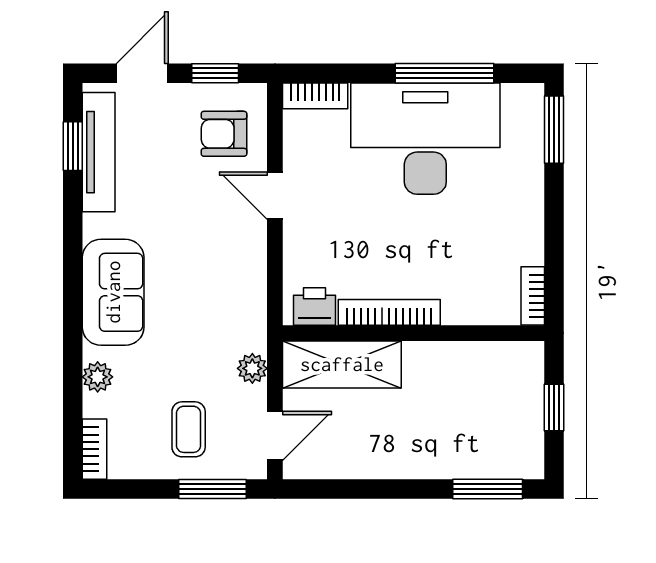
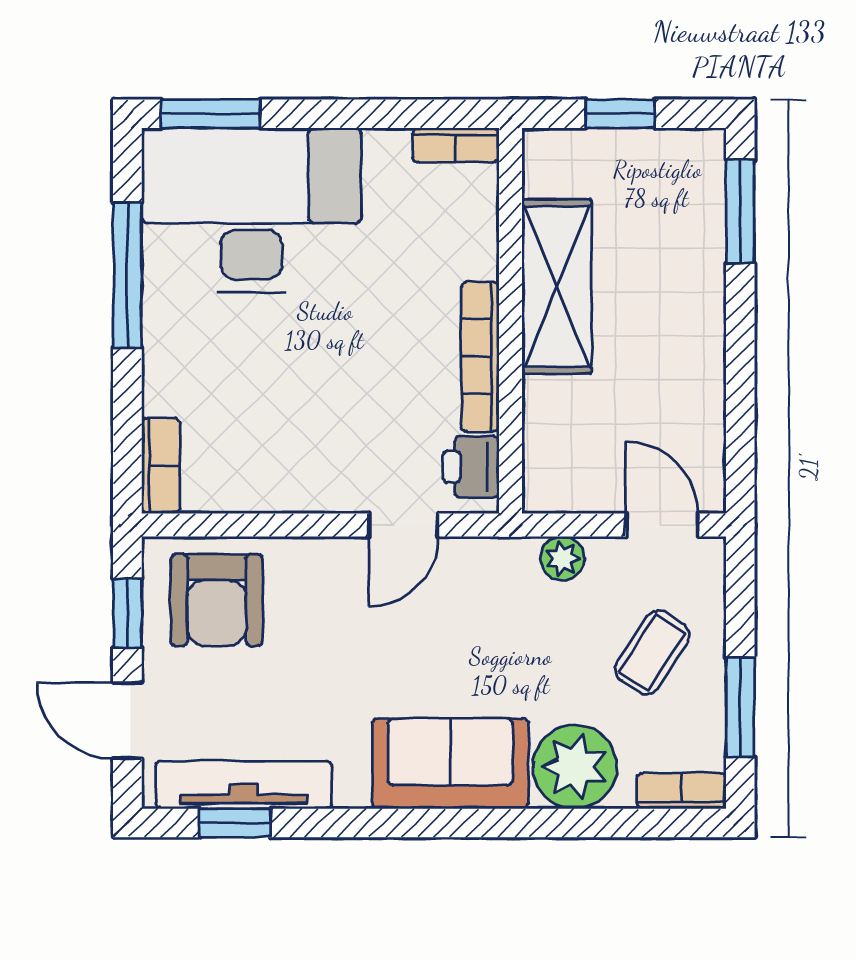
armchair: (224, 134) -> (217, 600), width x1.38, depth x1.38
desk: (425, 139) -> (251, 210), moved, turned 90
door: (275, 196) -> (403, 525), moved
shelving: (342, 364) -> (557, 286), moved
plant: (98, 377) -> (575, 767), width x1.87, depth x1.87
coffee table: (189, 429) -> (652, 652), turned -57
window: (213, 489) -> (740, 707), moved

